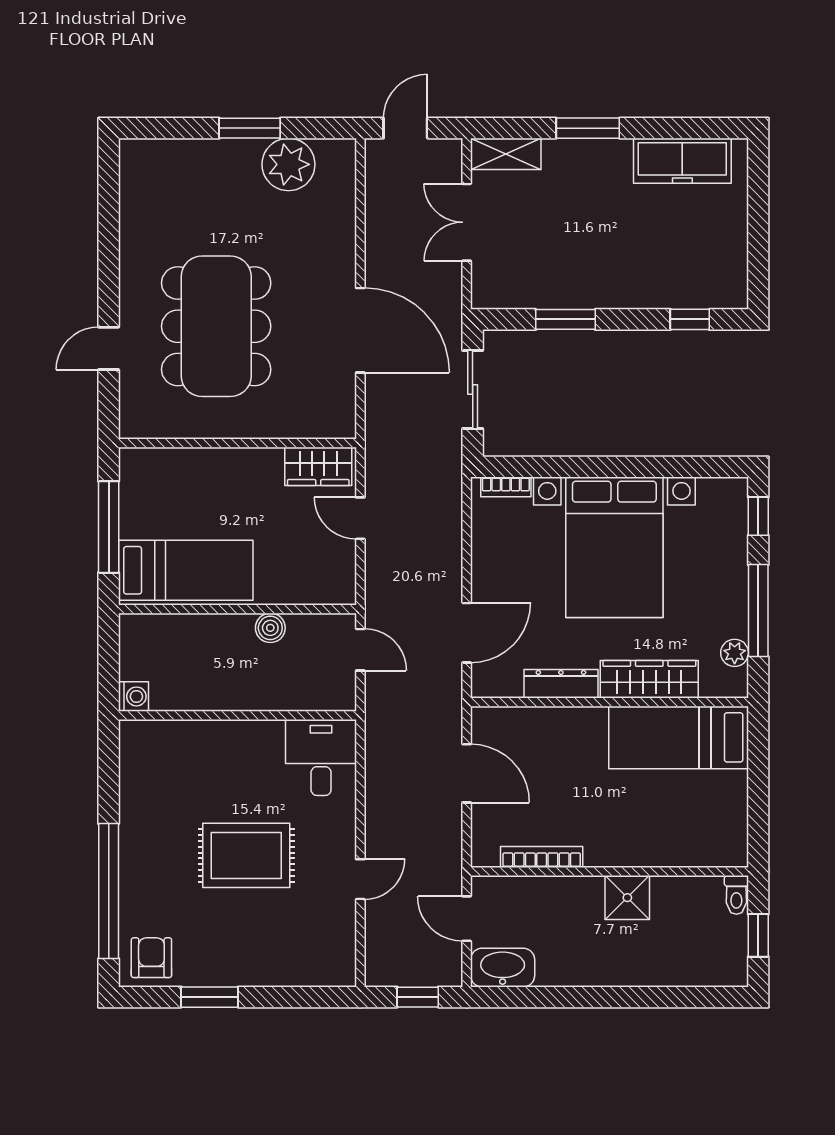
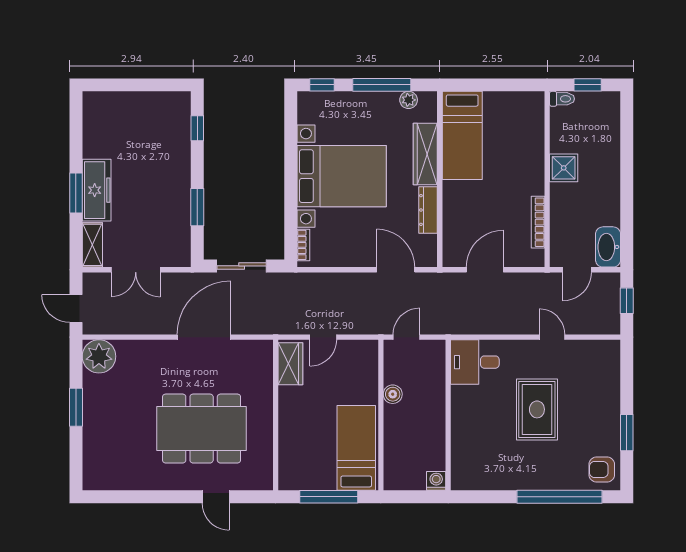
freezer: (682, 161) -> (97, 190), moved
plant: (288, 164) -> (99, 356), moved

